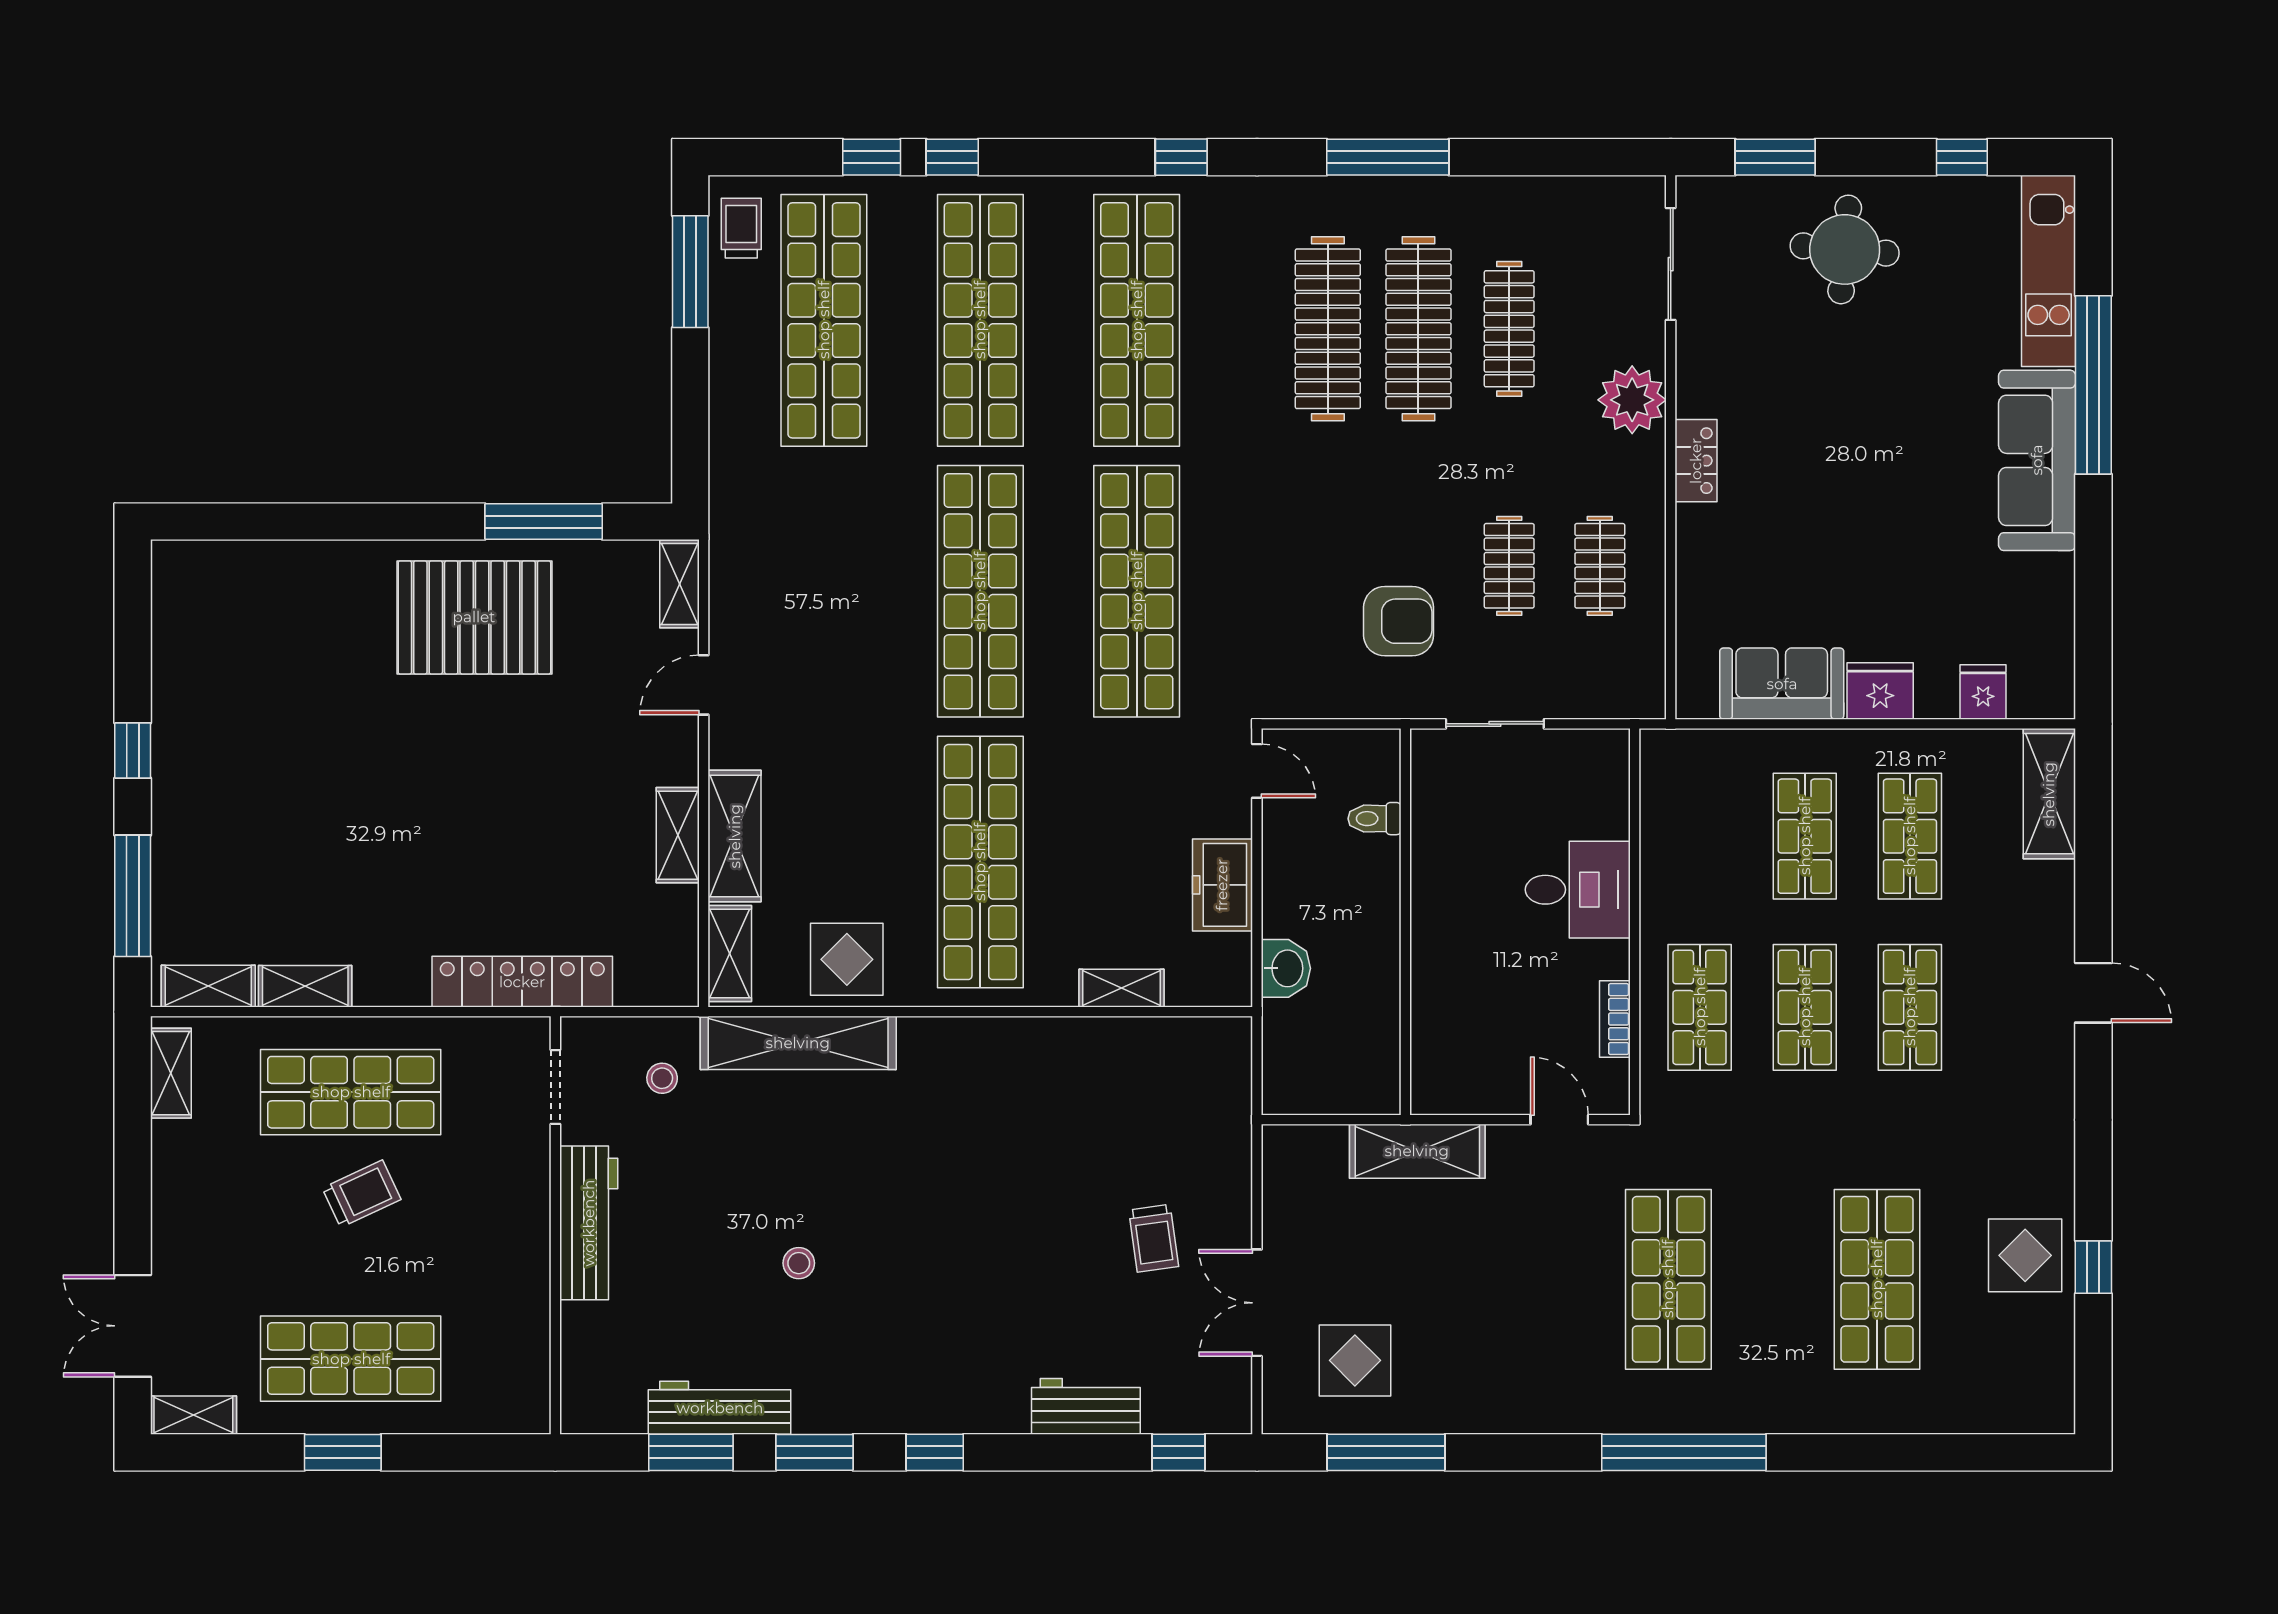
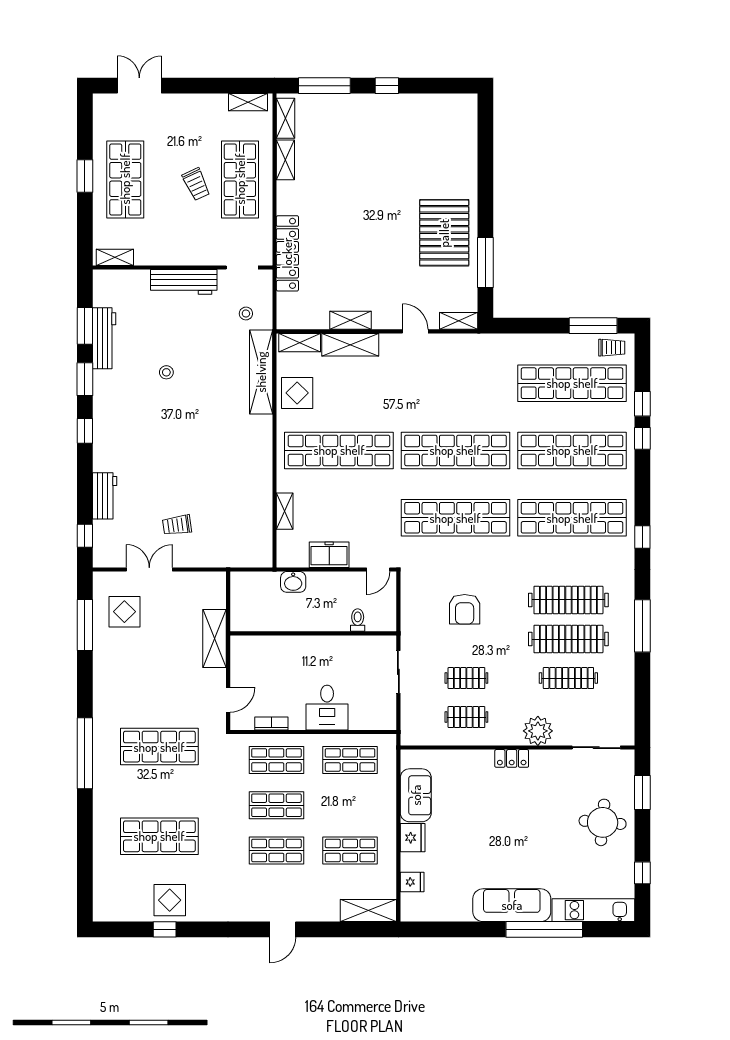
armchair: (1399, 621) -> (465, 609), moved
shop shelf: (1805, 836) -> (350, 760), moved
shelving: (193, 1415) -> (115, 257), moved, turned 90

